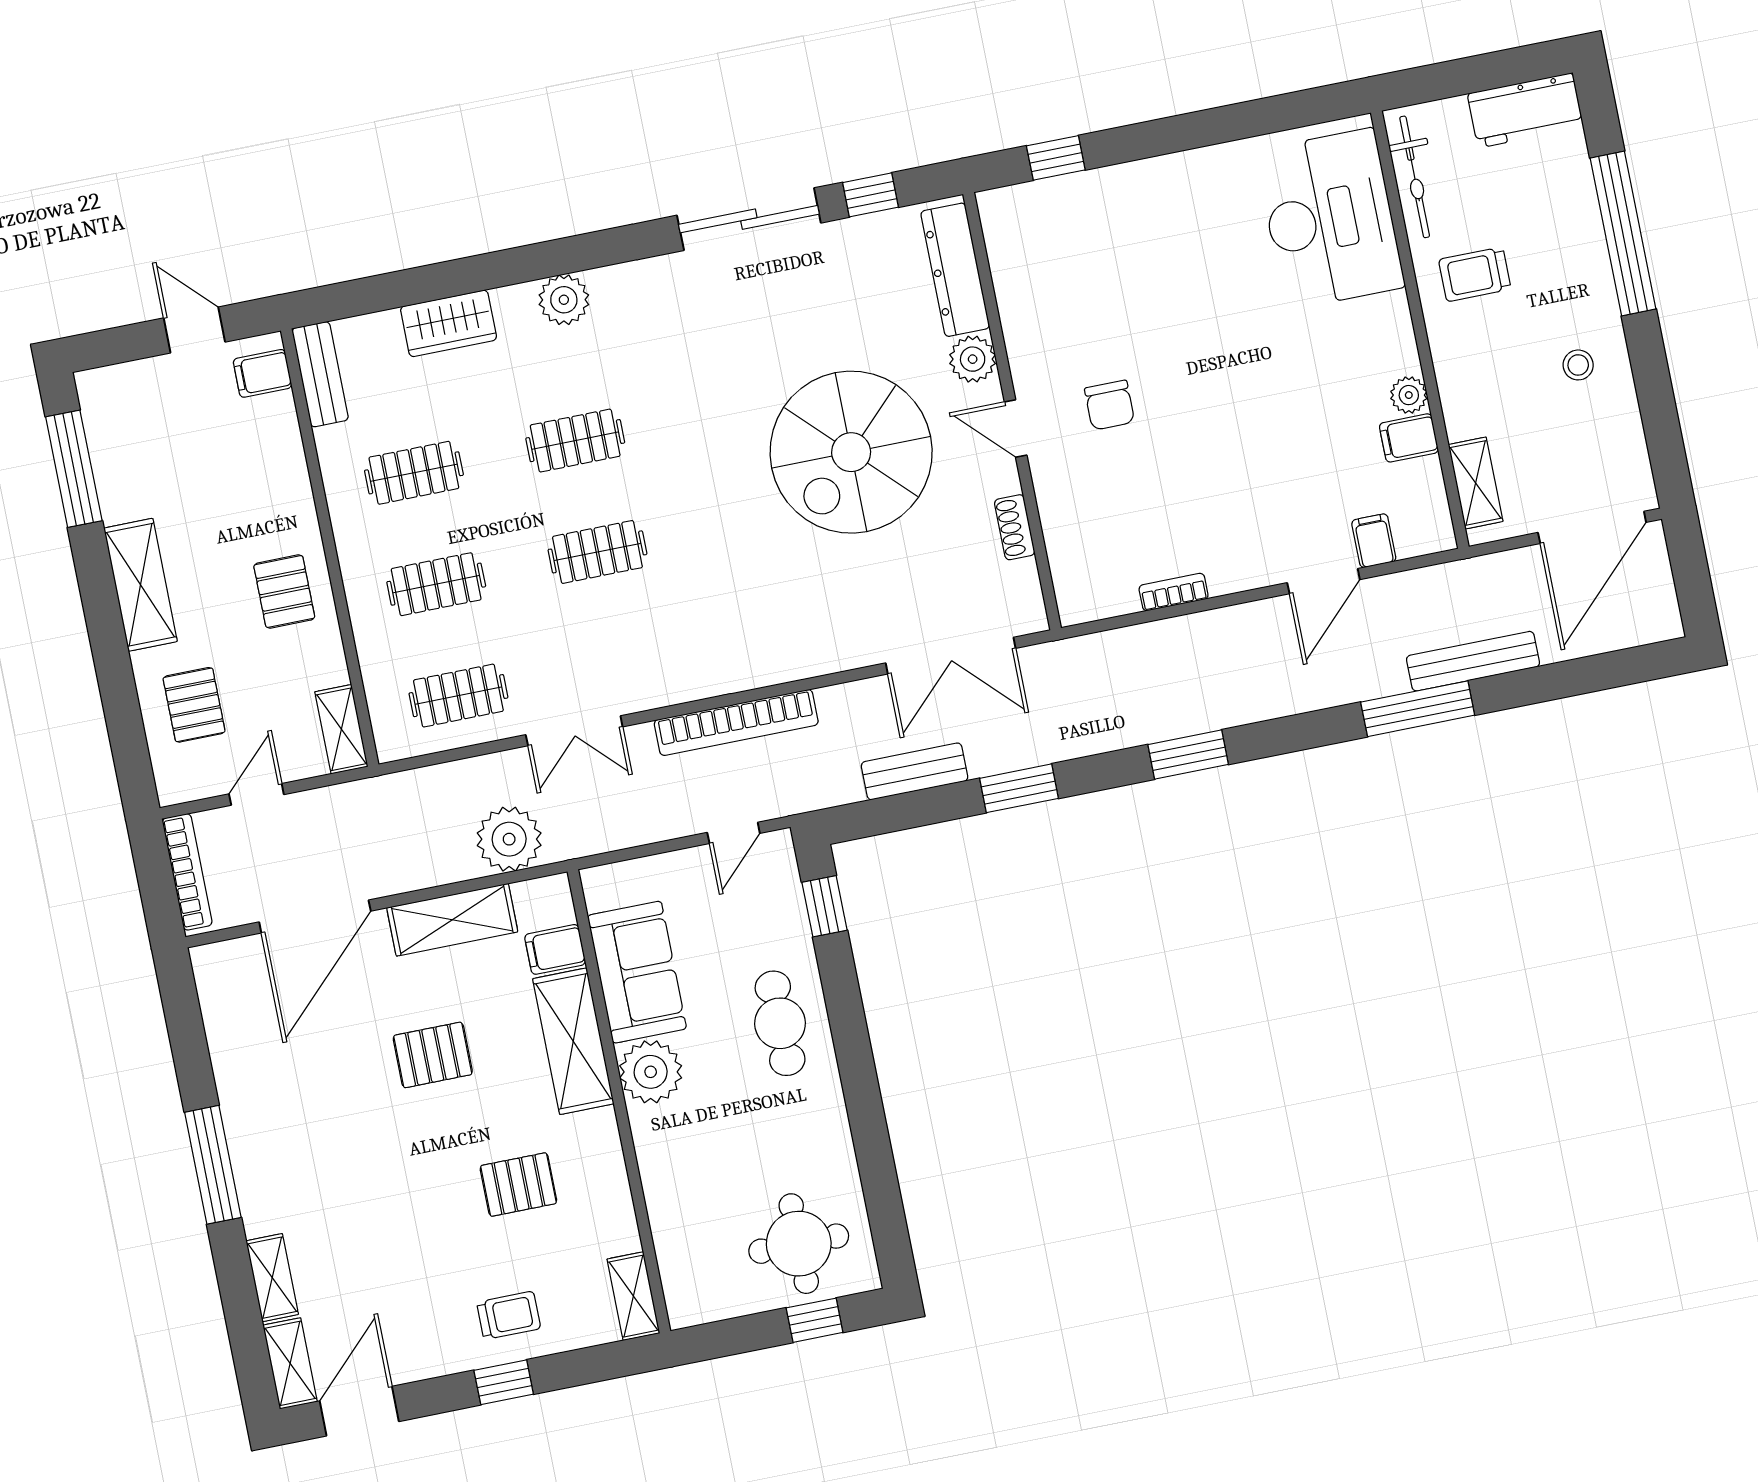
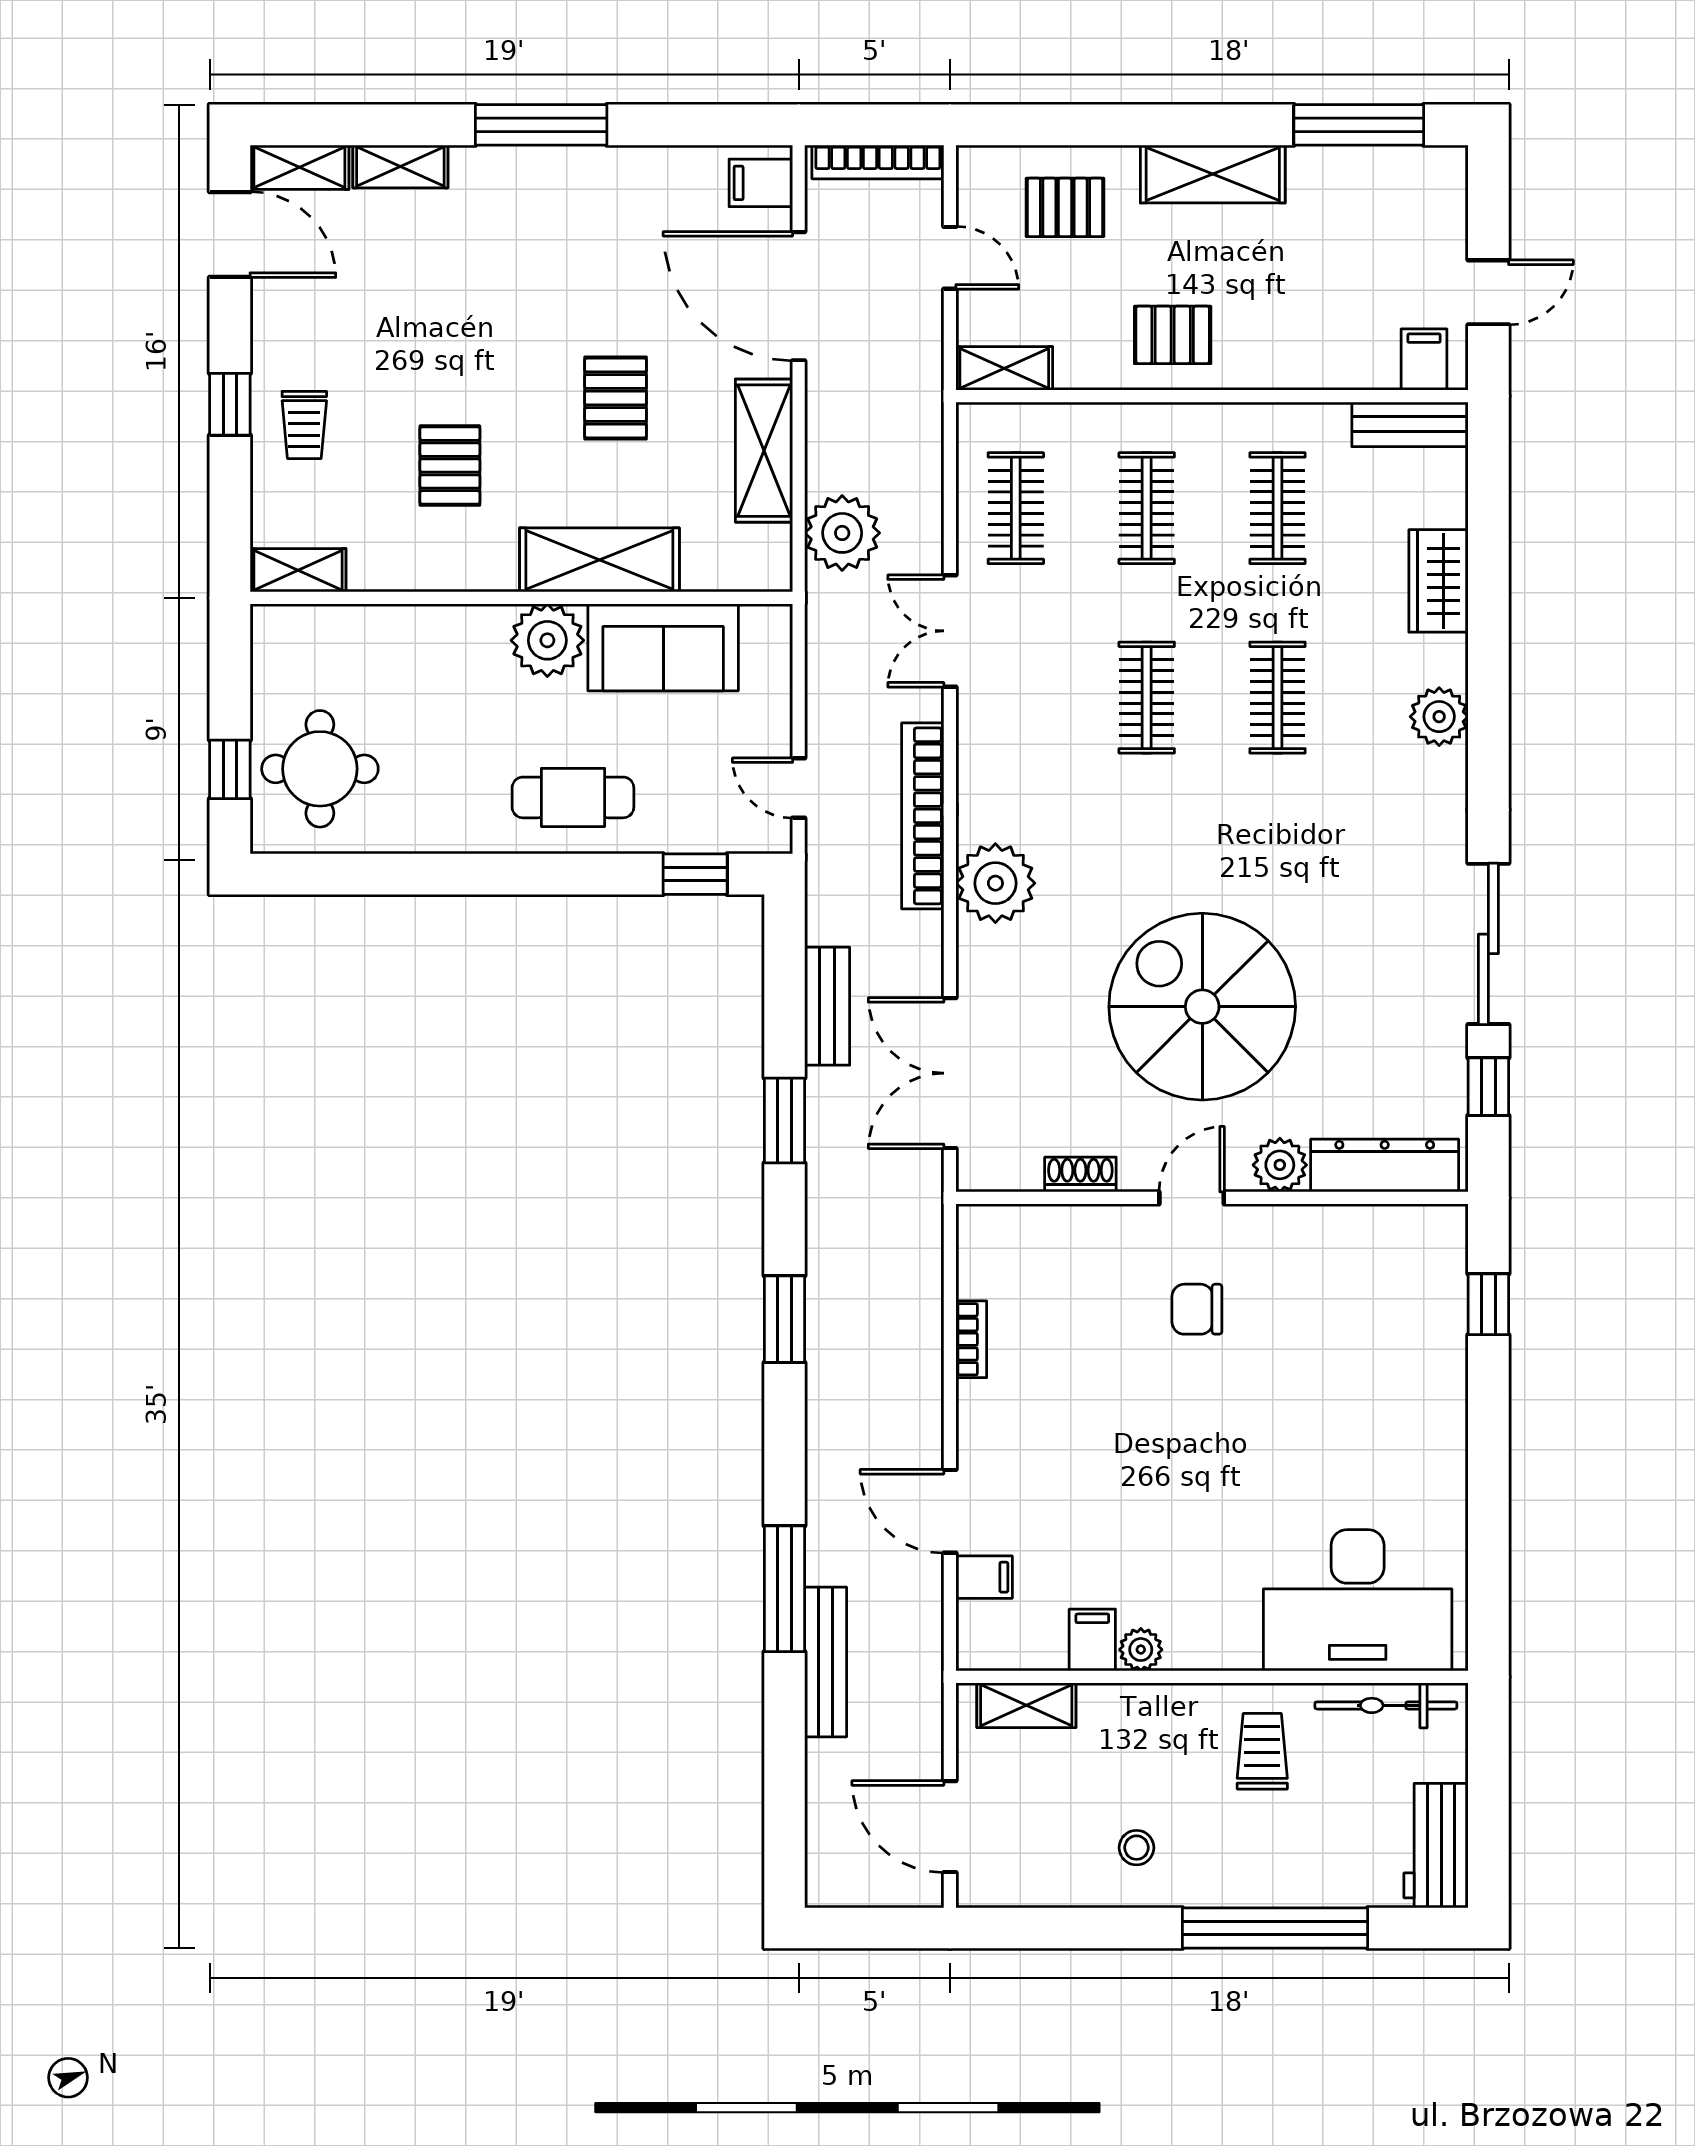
door: (1592, 527) -> (950, 1827), width x0.73
plant: (781, 649) -> (995, 883), added
filing cabinet: (555, 949) -> (761, 183), moved, turned -90

